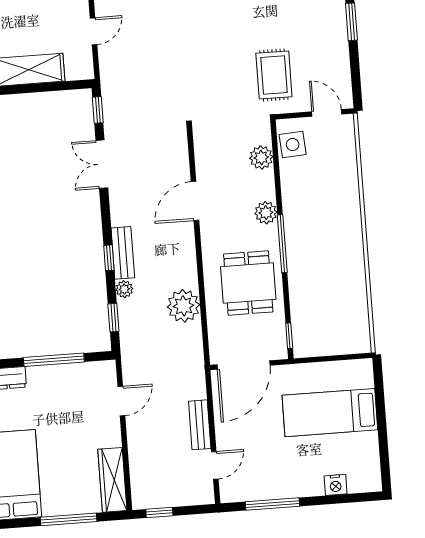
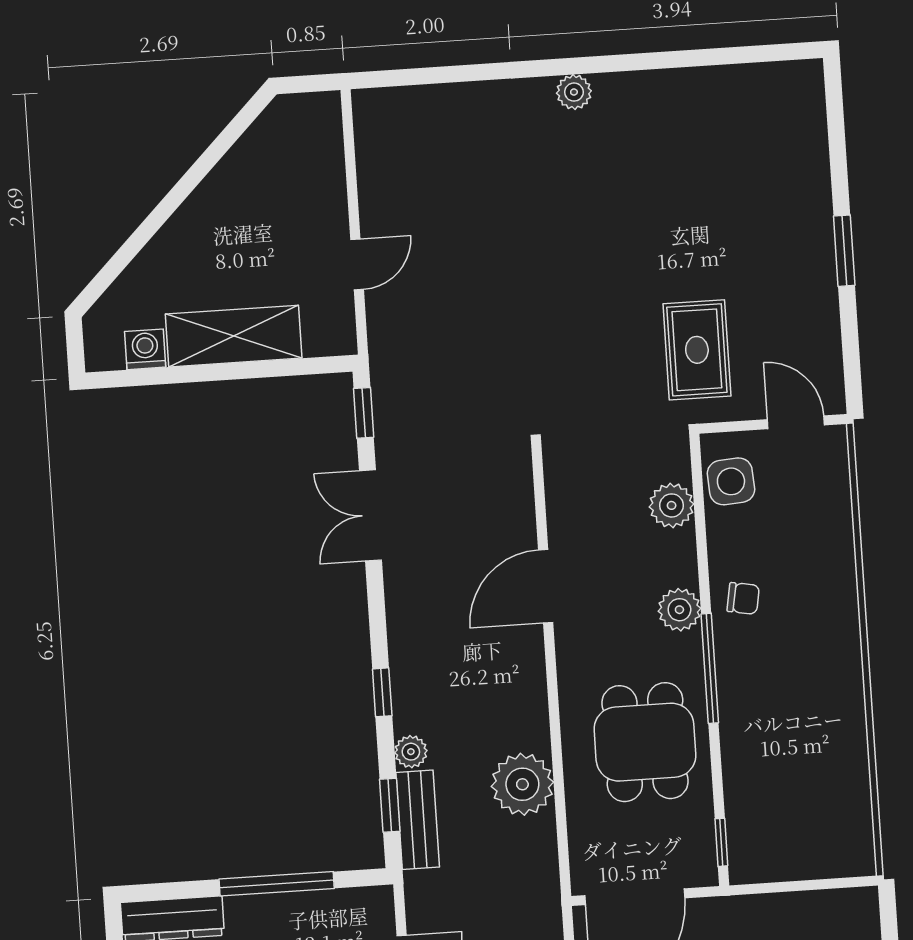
chair: (300, 206) -> (743, 598), added
bench: (123, 253) -> (418, 820), moved

